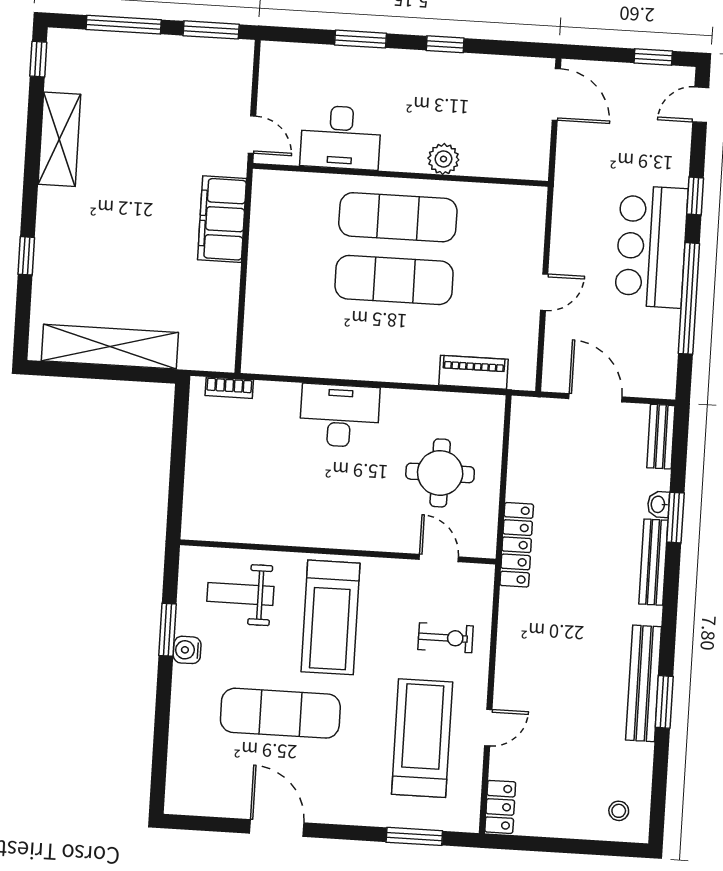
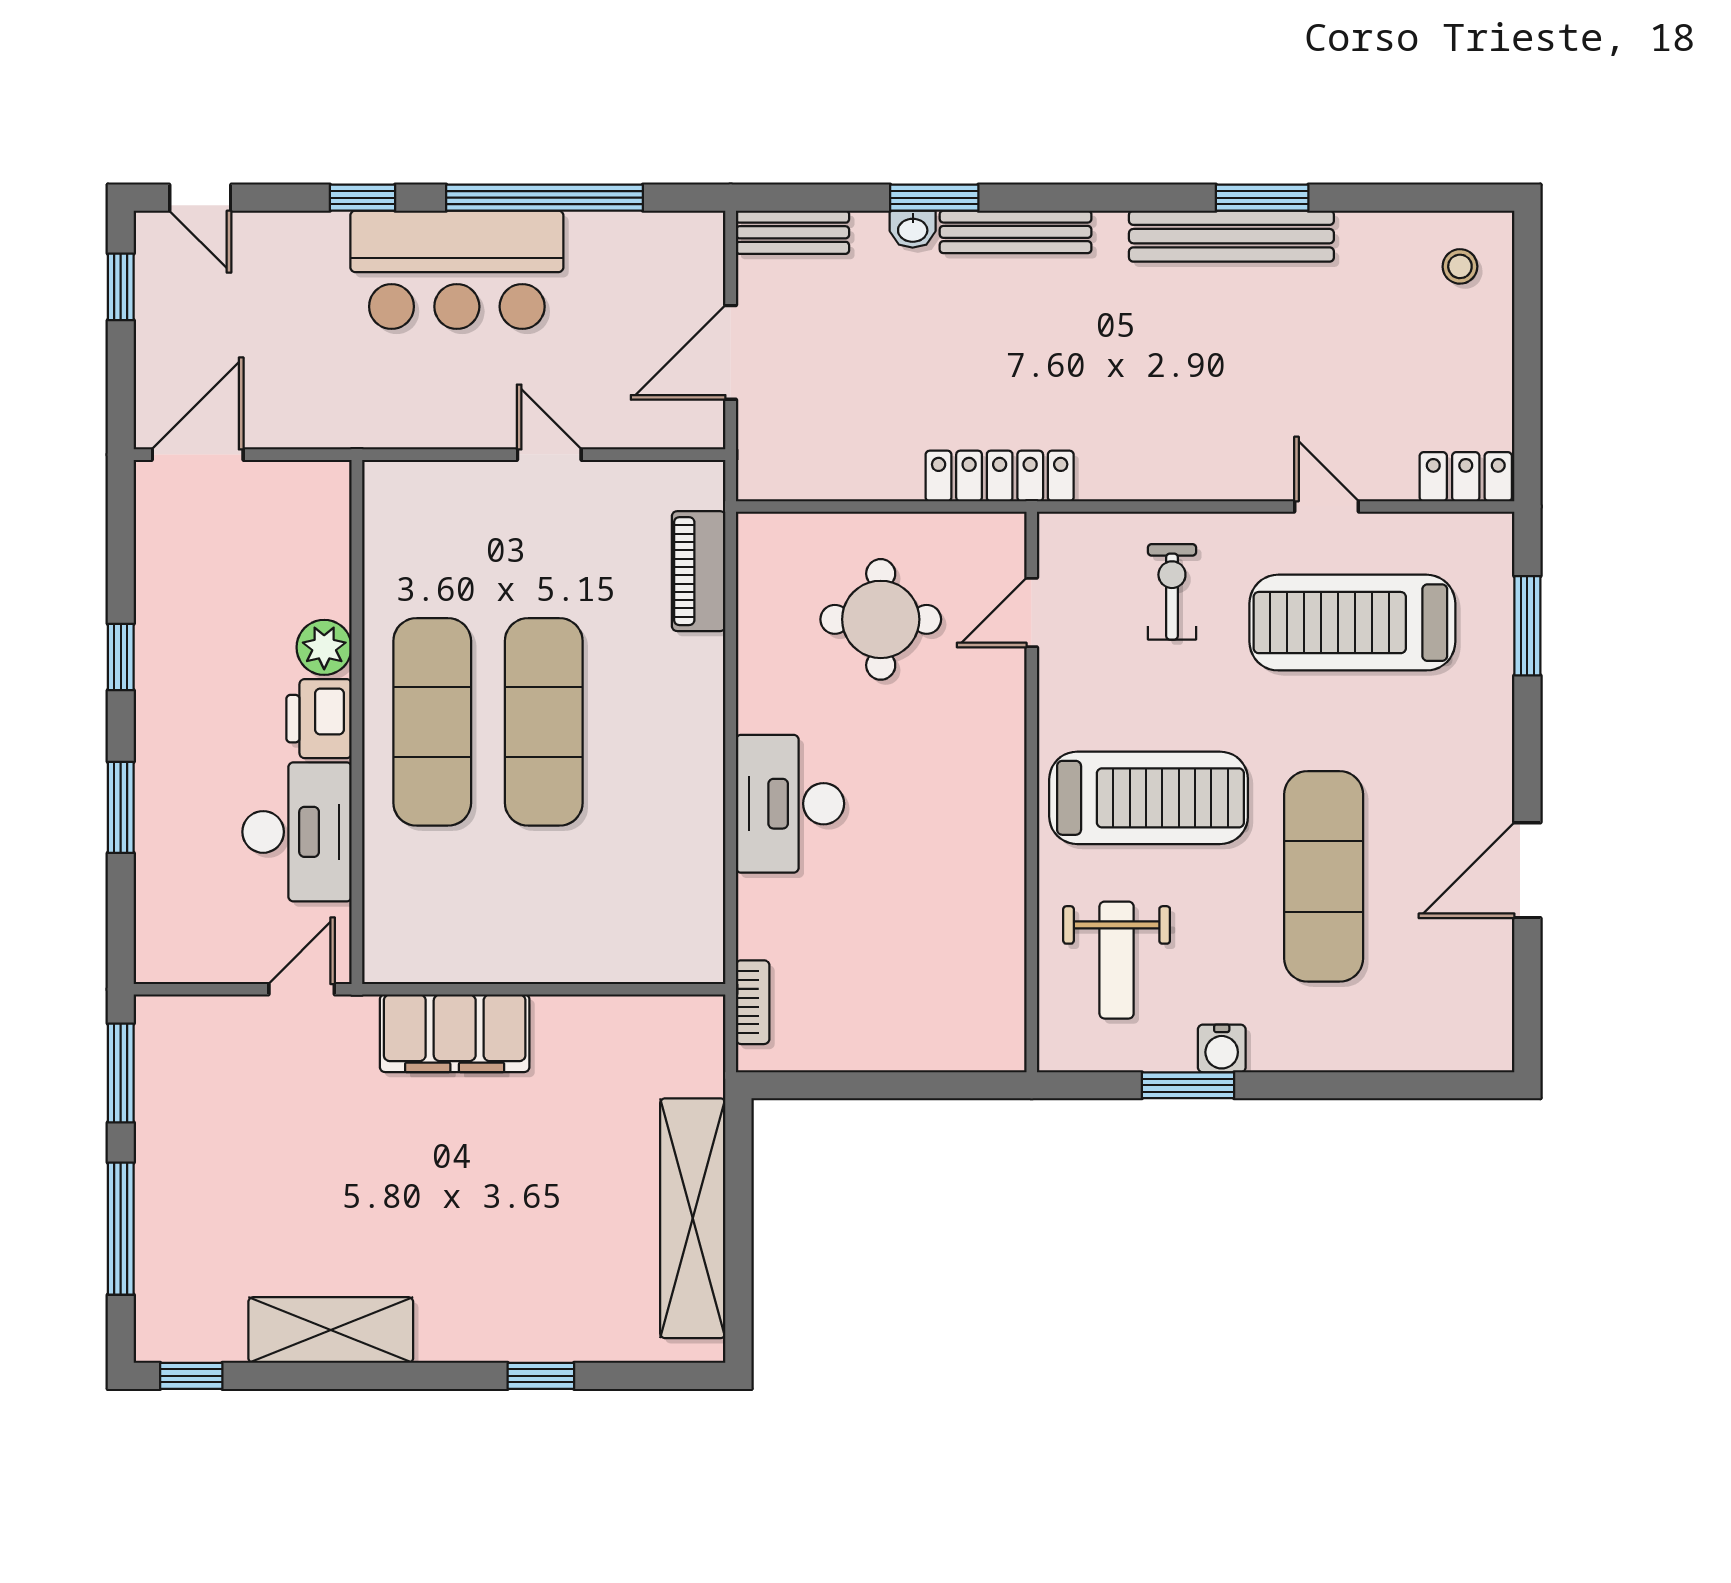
printer: (404, 154) -> (319, 719), added

